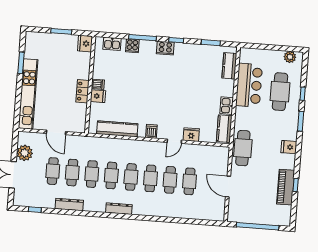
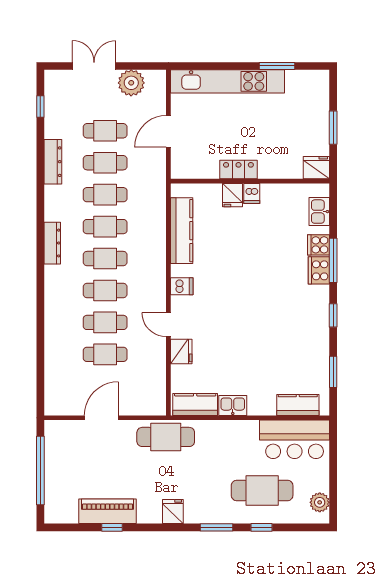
cooker: (165, 48) -> (319, 270), moved
bar counter: (249, 85) -> (295, 439), moved

